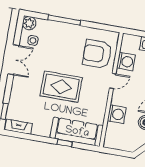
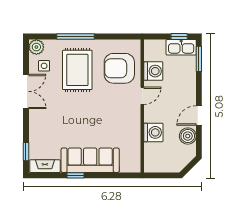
rug: (61, 87) -> (77, 70), moved, turned 90
sofa: (77, 132) -> (90, 160), moved
window: (65, 143) -> (75, 175), moved

